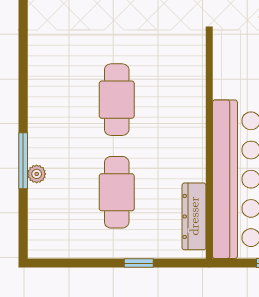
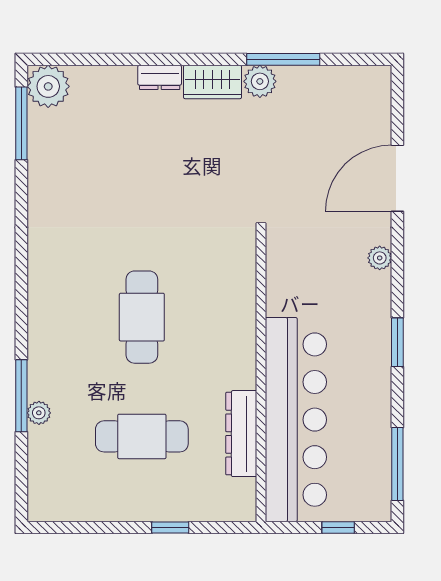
cafe table: (117, 192) -> (142, 436), turned 90
dresser: (194, 216) -> (241, 434), moved

